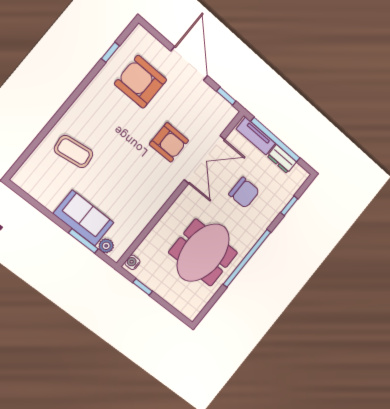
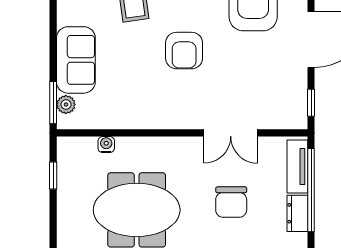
armchair: (169, 142) -> (184, 51), moved
double door: (204, 159) -> (231, 133), width x0.73
window: (83, 241) -> (53, 103), moved
water cooler: (132, 262) -> (106, 145), moved

